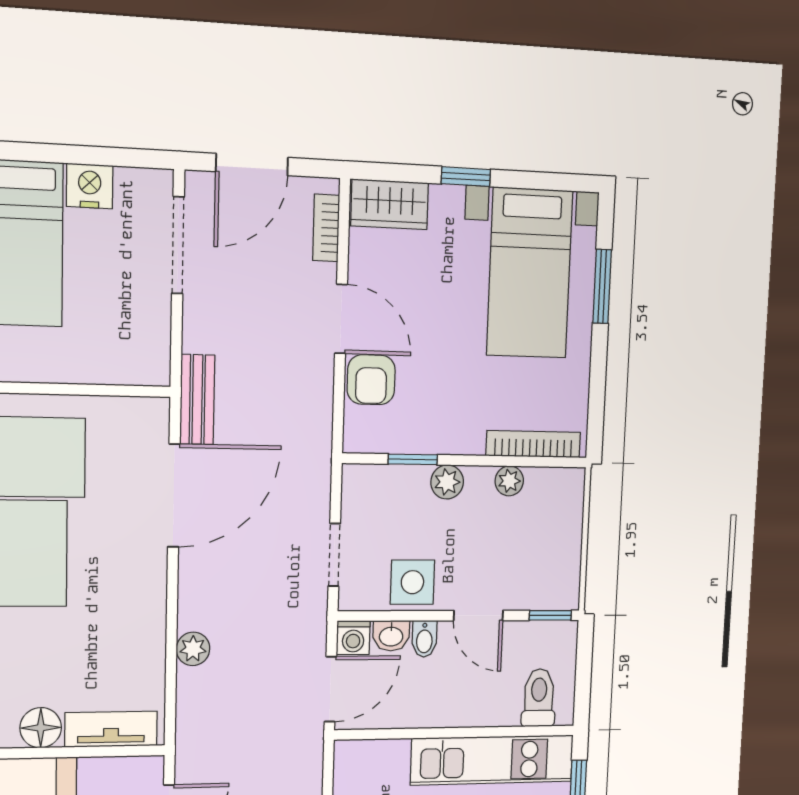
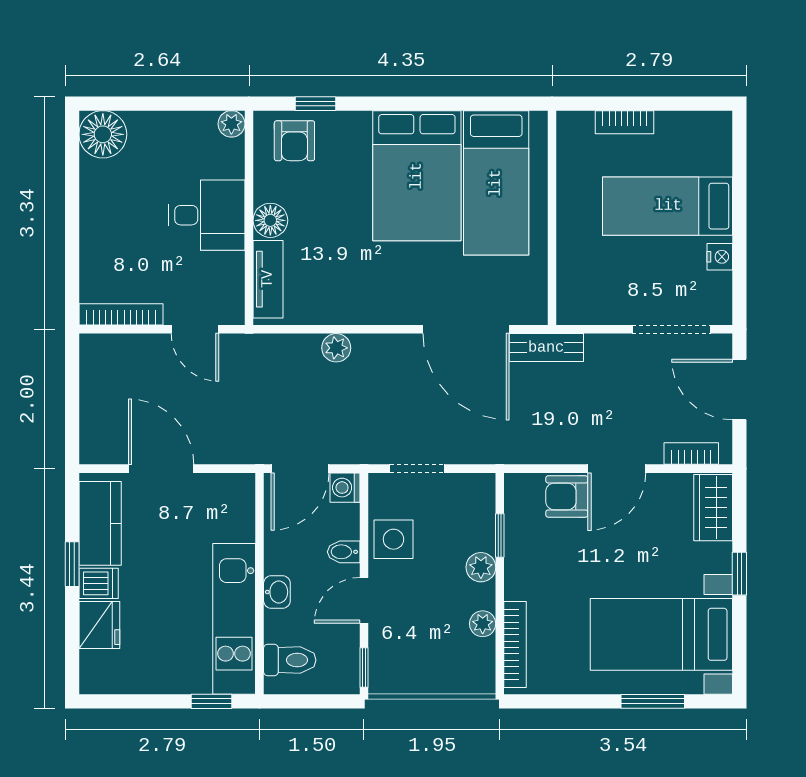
nightstand: (90, 186) -> (720, 257), width x0.72, depth x0.74
washbasin: (391, 636) -> (277, 592), moved, turned 180
door: (330, 689) -> (300, 469), hinge flipped

